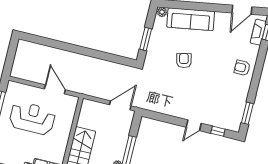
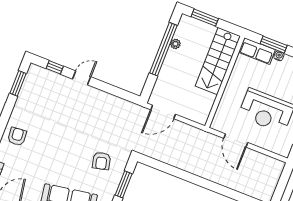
armchair: (184, 61) -> (102, 161), moved
armchair: (242, 68) -> (17, 136), turned -95

